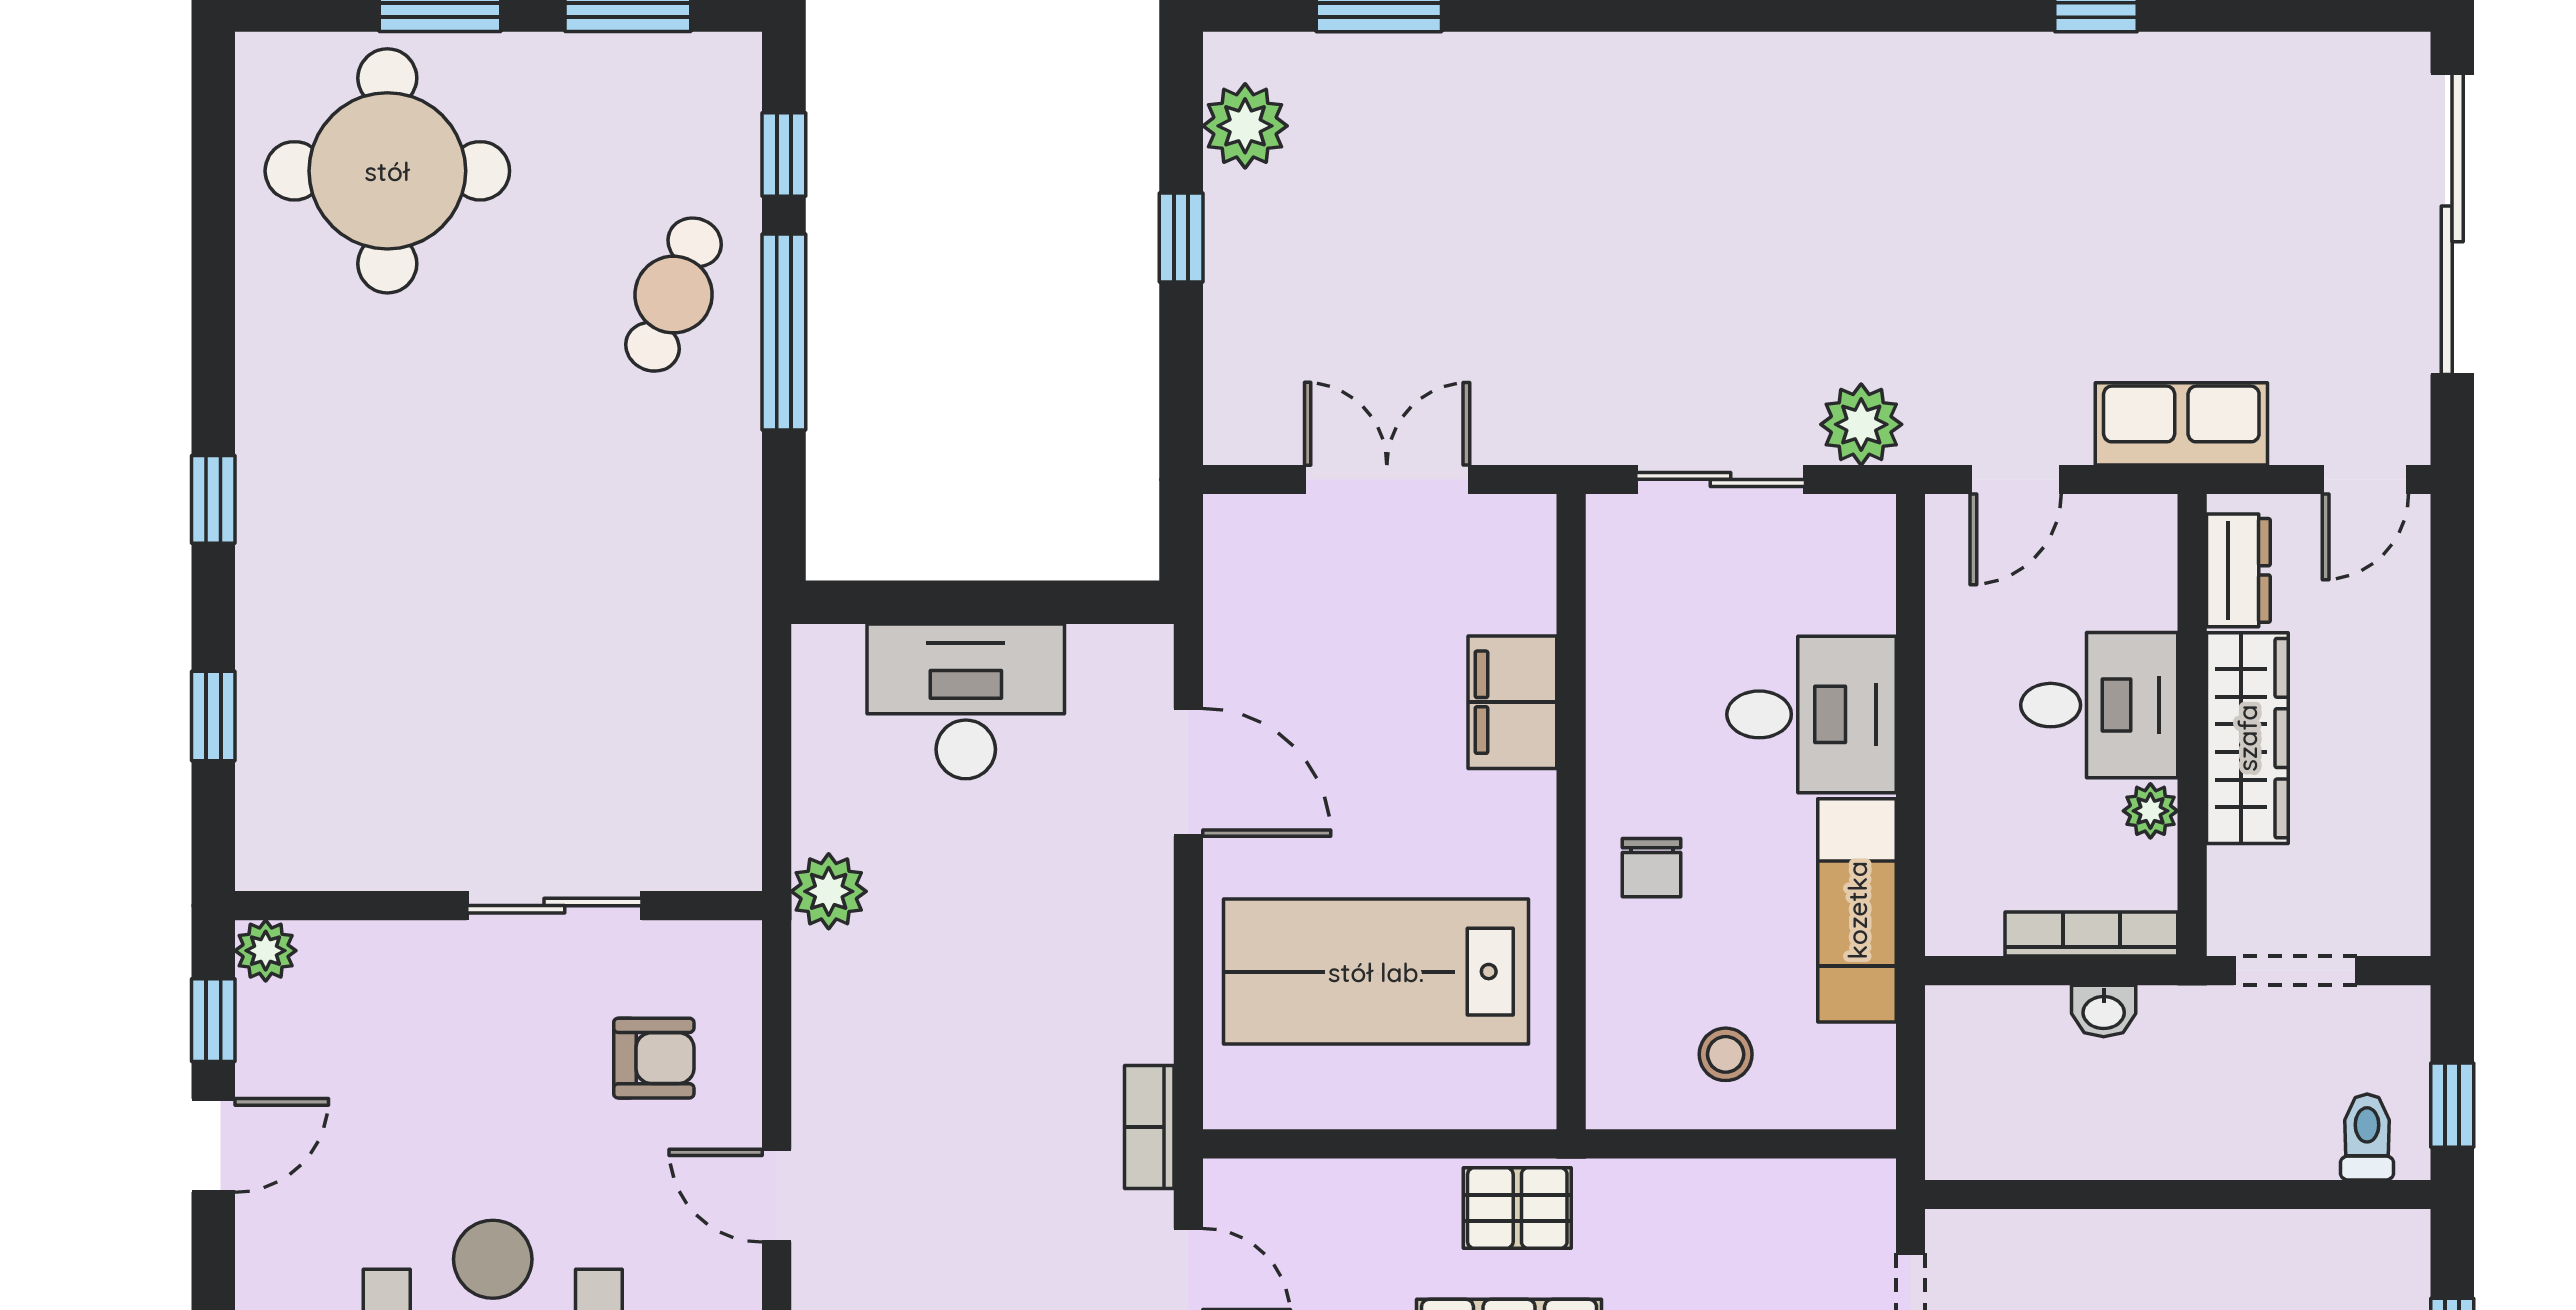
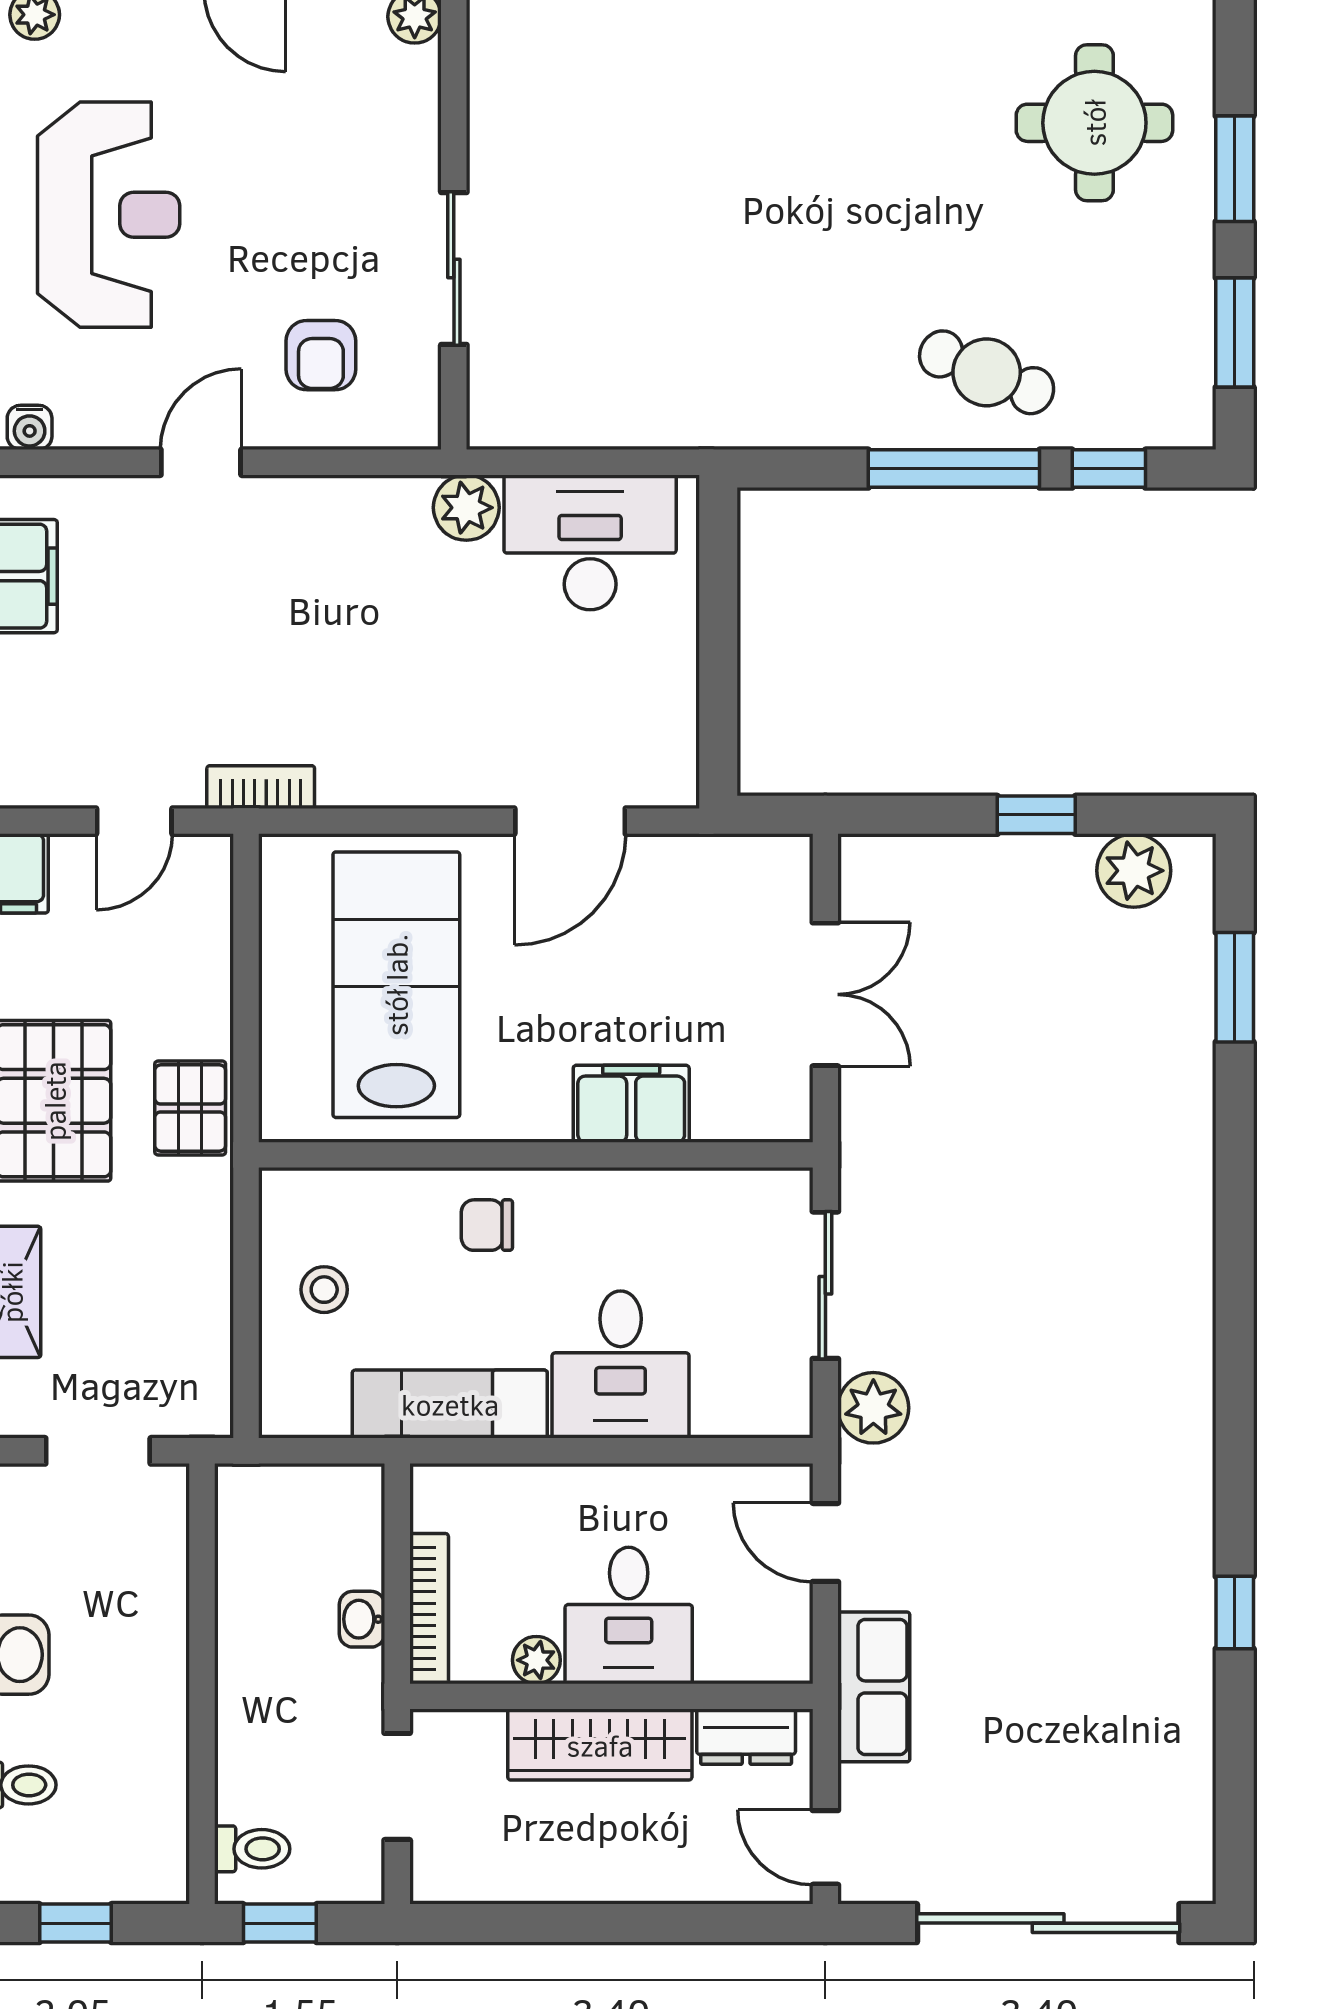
round table: (387, 171) -> (1094, 123), width x0.73, depth x0.73
desk: (966, 701) -> (590, 542), moved, turned -90

